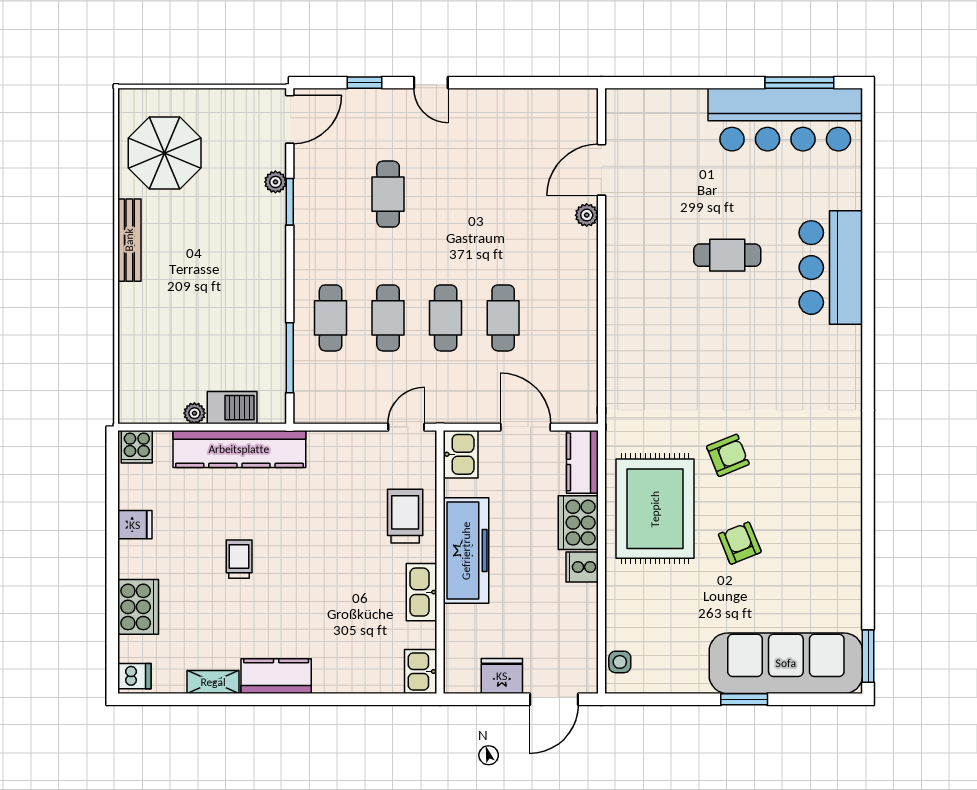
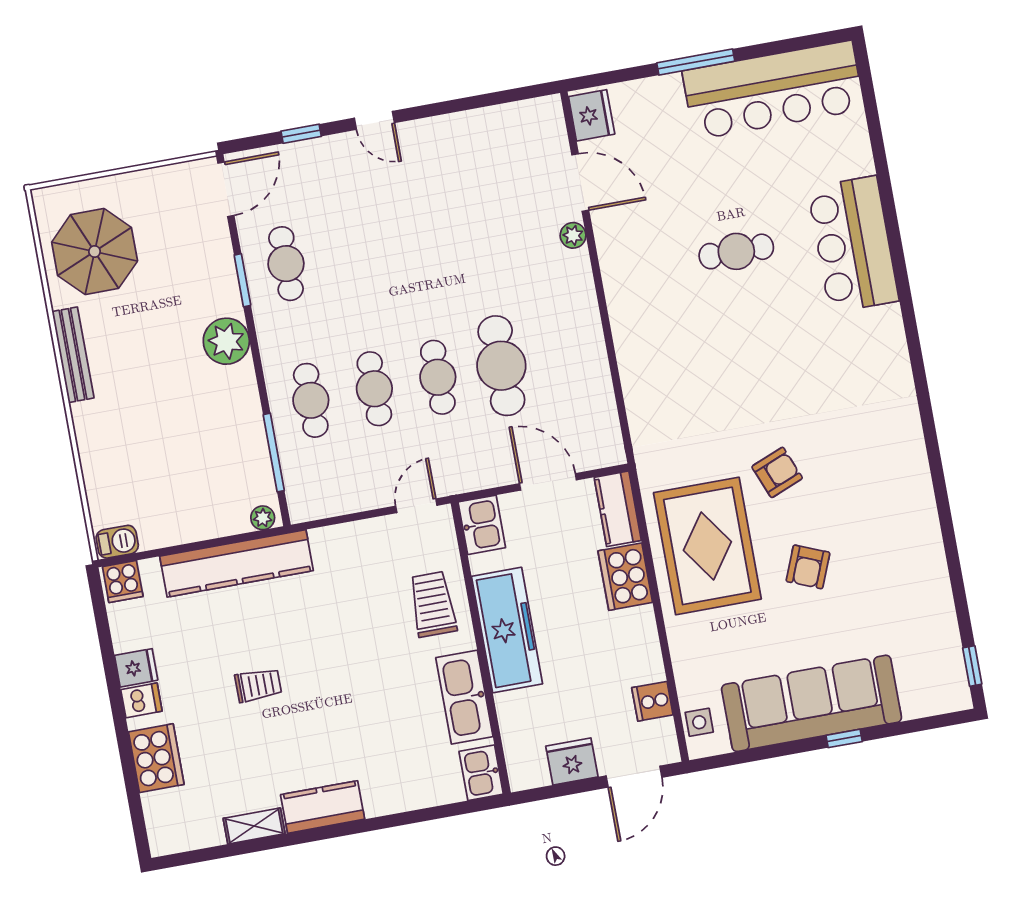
window: (799, 83) -> (696, 62), moved
fridge: (622, 113) -> (592, 115), added
door: (601, 170) -> (580, 183), swing flipped
plant: (275, 182) -> (226, 341), moved, width x1.88, depth x1.88
cafe table: (388, 194) -> (286, 264), moved
cafe table: (503, 318) -> (501, 366), width x1.37, depth x1.35
barbecue: (232, 408) -> (117, 542), moved, width x0.73, depth x0.79
plant: (194, 413) -> (263, 518), moved
armchair: (740, 543) -> (808, 567), turned -136
trolley: (239, 559) -> (258, 685), turned 90
cooker: (582, 567) -> (652, 701), moved
kitchen sink: (422, 592) -> (464, 697), width x1.36, depth x1.24
window: (868, 656) -> (972, 666), width x0.67
sofa: (786, 663) -> (812, 703), moved
dishwasher: (134, 676) -> (141, 700), moved
window: (744, 699) -> (844, 738), width x0.67

